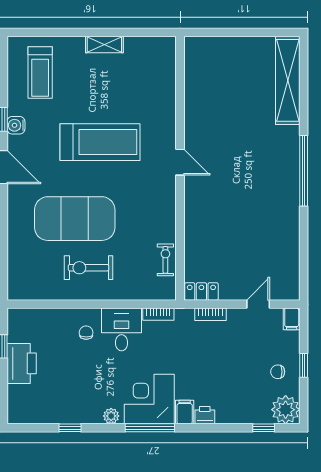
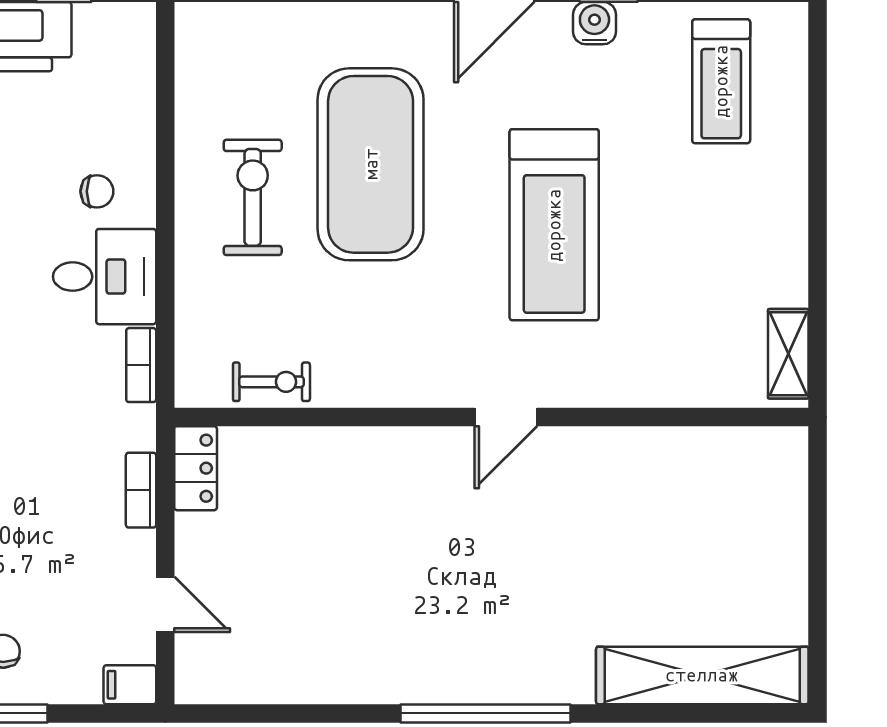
shelving: (104, 45) -> (788, 354), moved
treadmill: (40, 72) -> (721, 81), turned -90

